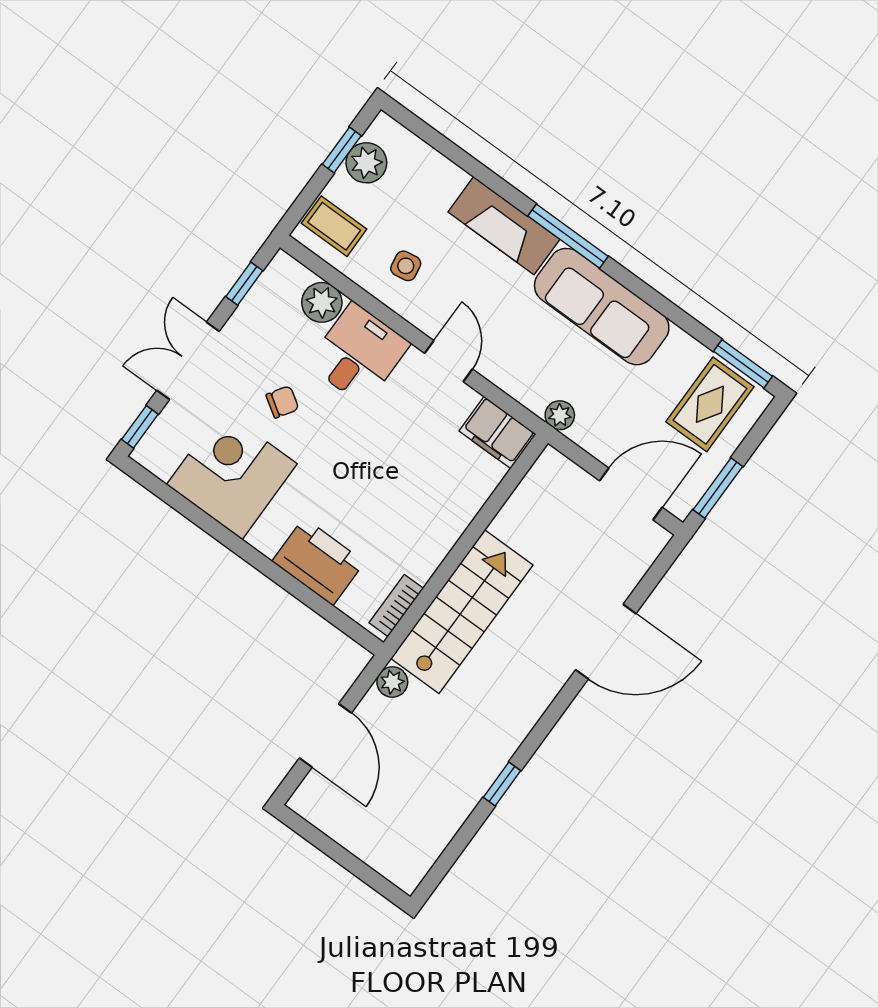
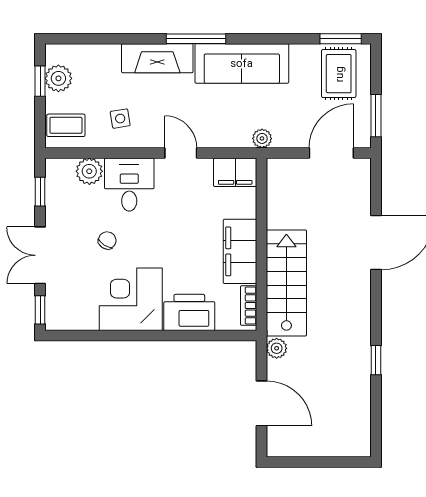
corner desk: (232, 474) -> (131, 299), moved
filing cabinet: (433, 532) -> (240, 251), added

